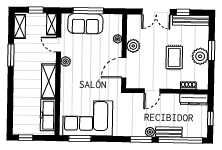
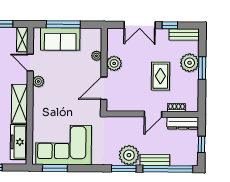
bench: (191, 20) -> (184, 34), width x0.73
plant: (200, 56) -> (190, 63), moved
door: (152, 91) -> (153, 114), moved
plant: (150, 132) -> (129, 155), width x1.88, depth x1.88

